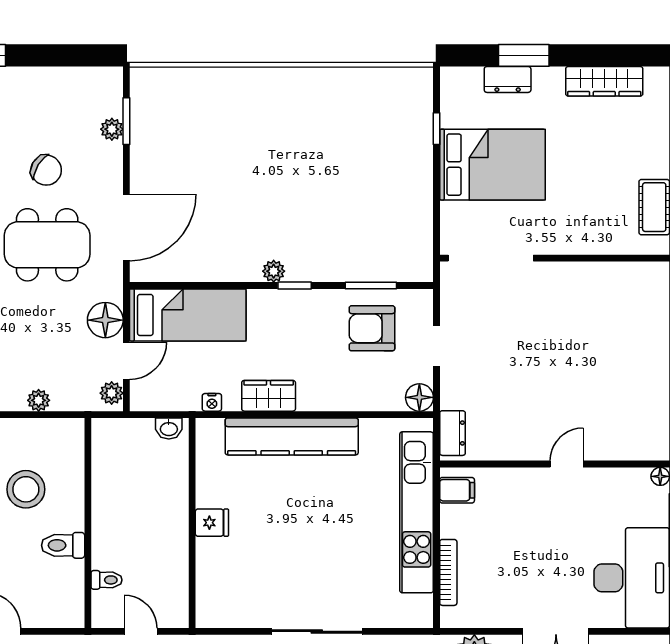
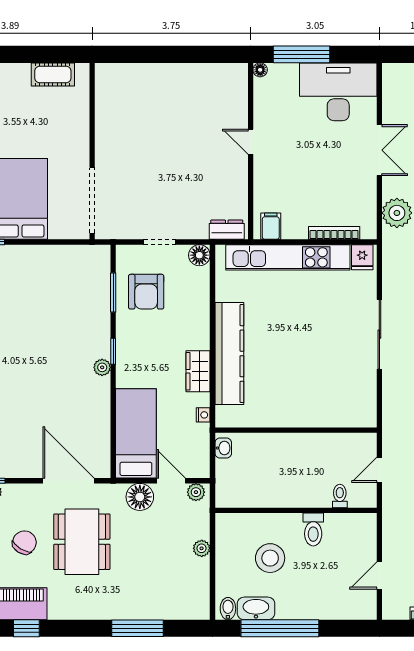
fridge: (212, 523) -> (362, 257), moved, turned 180

